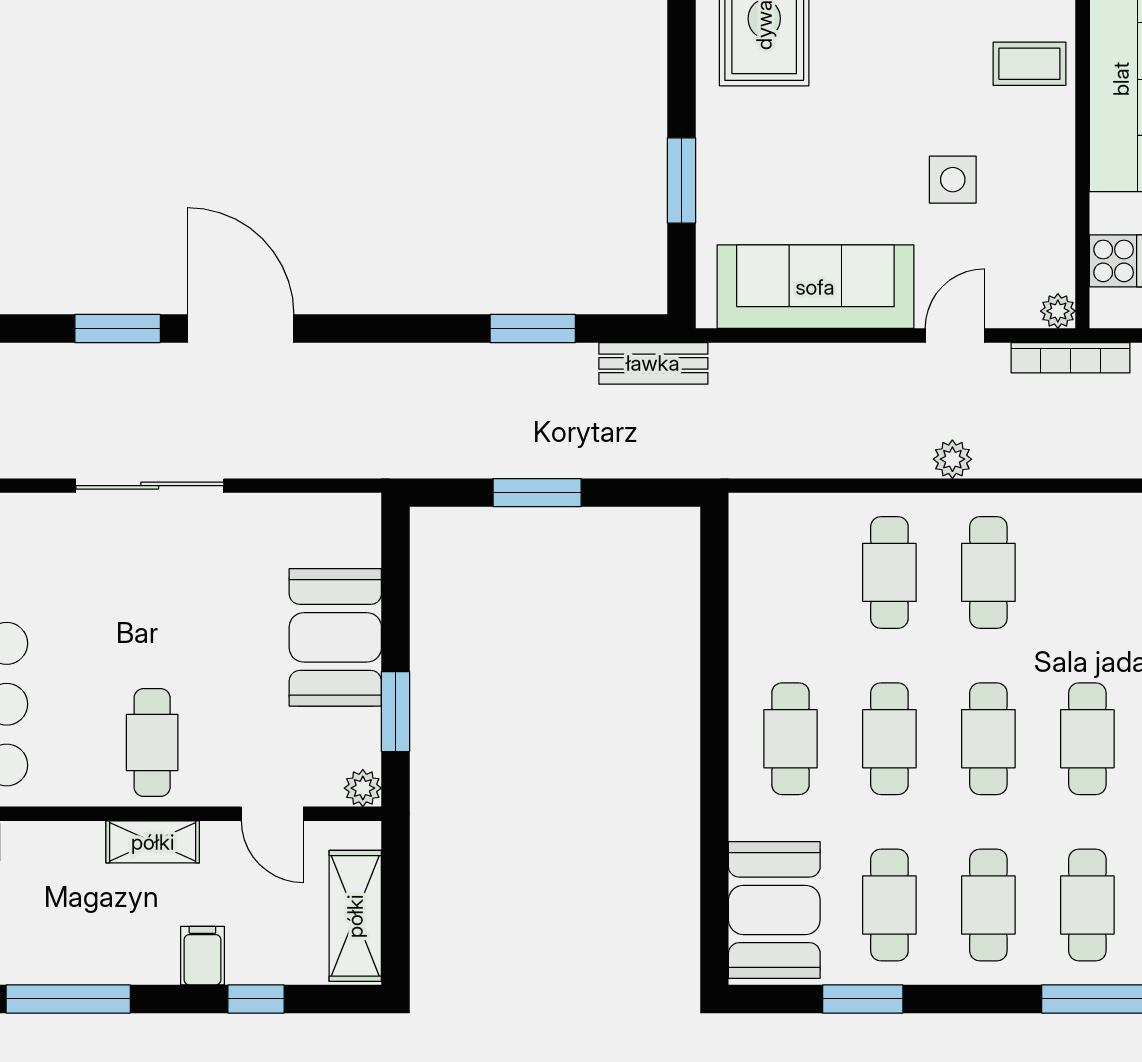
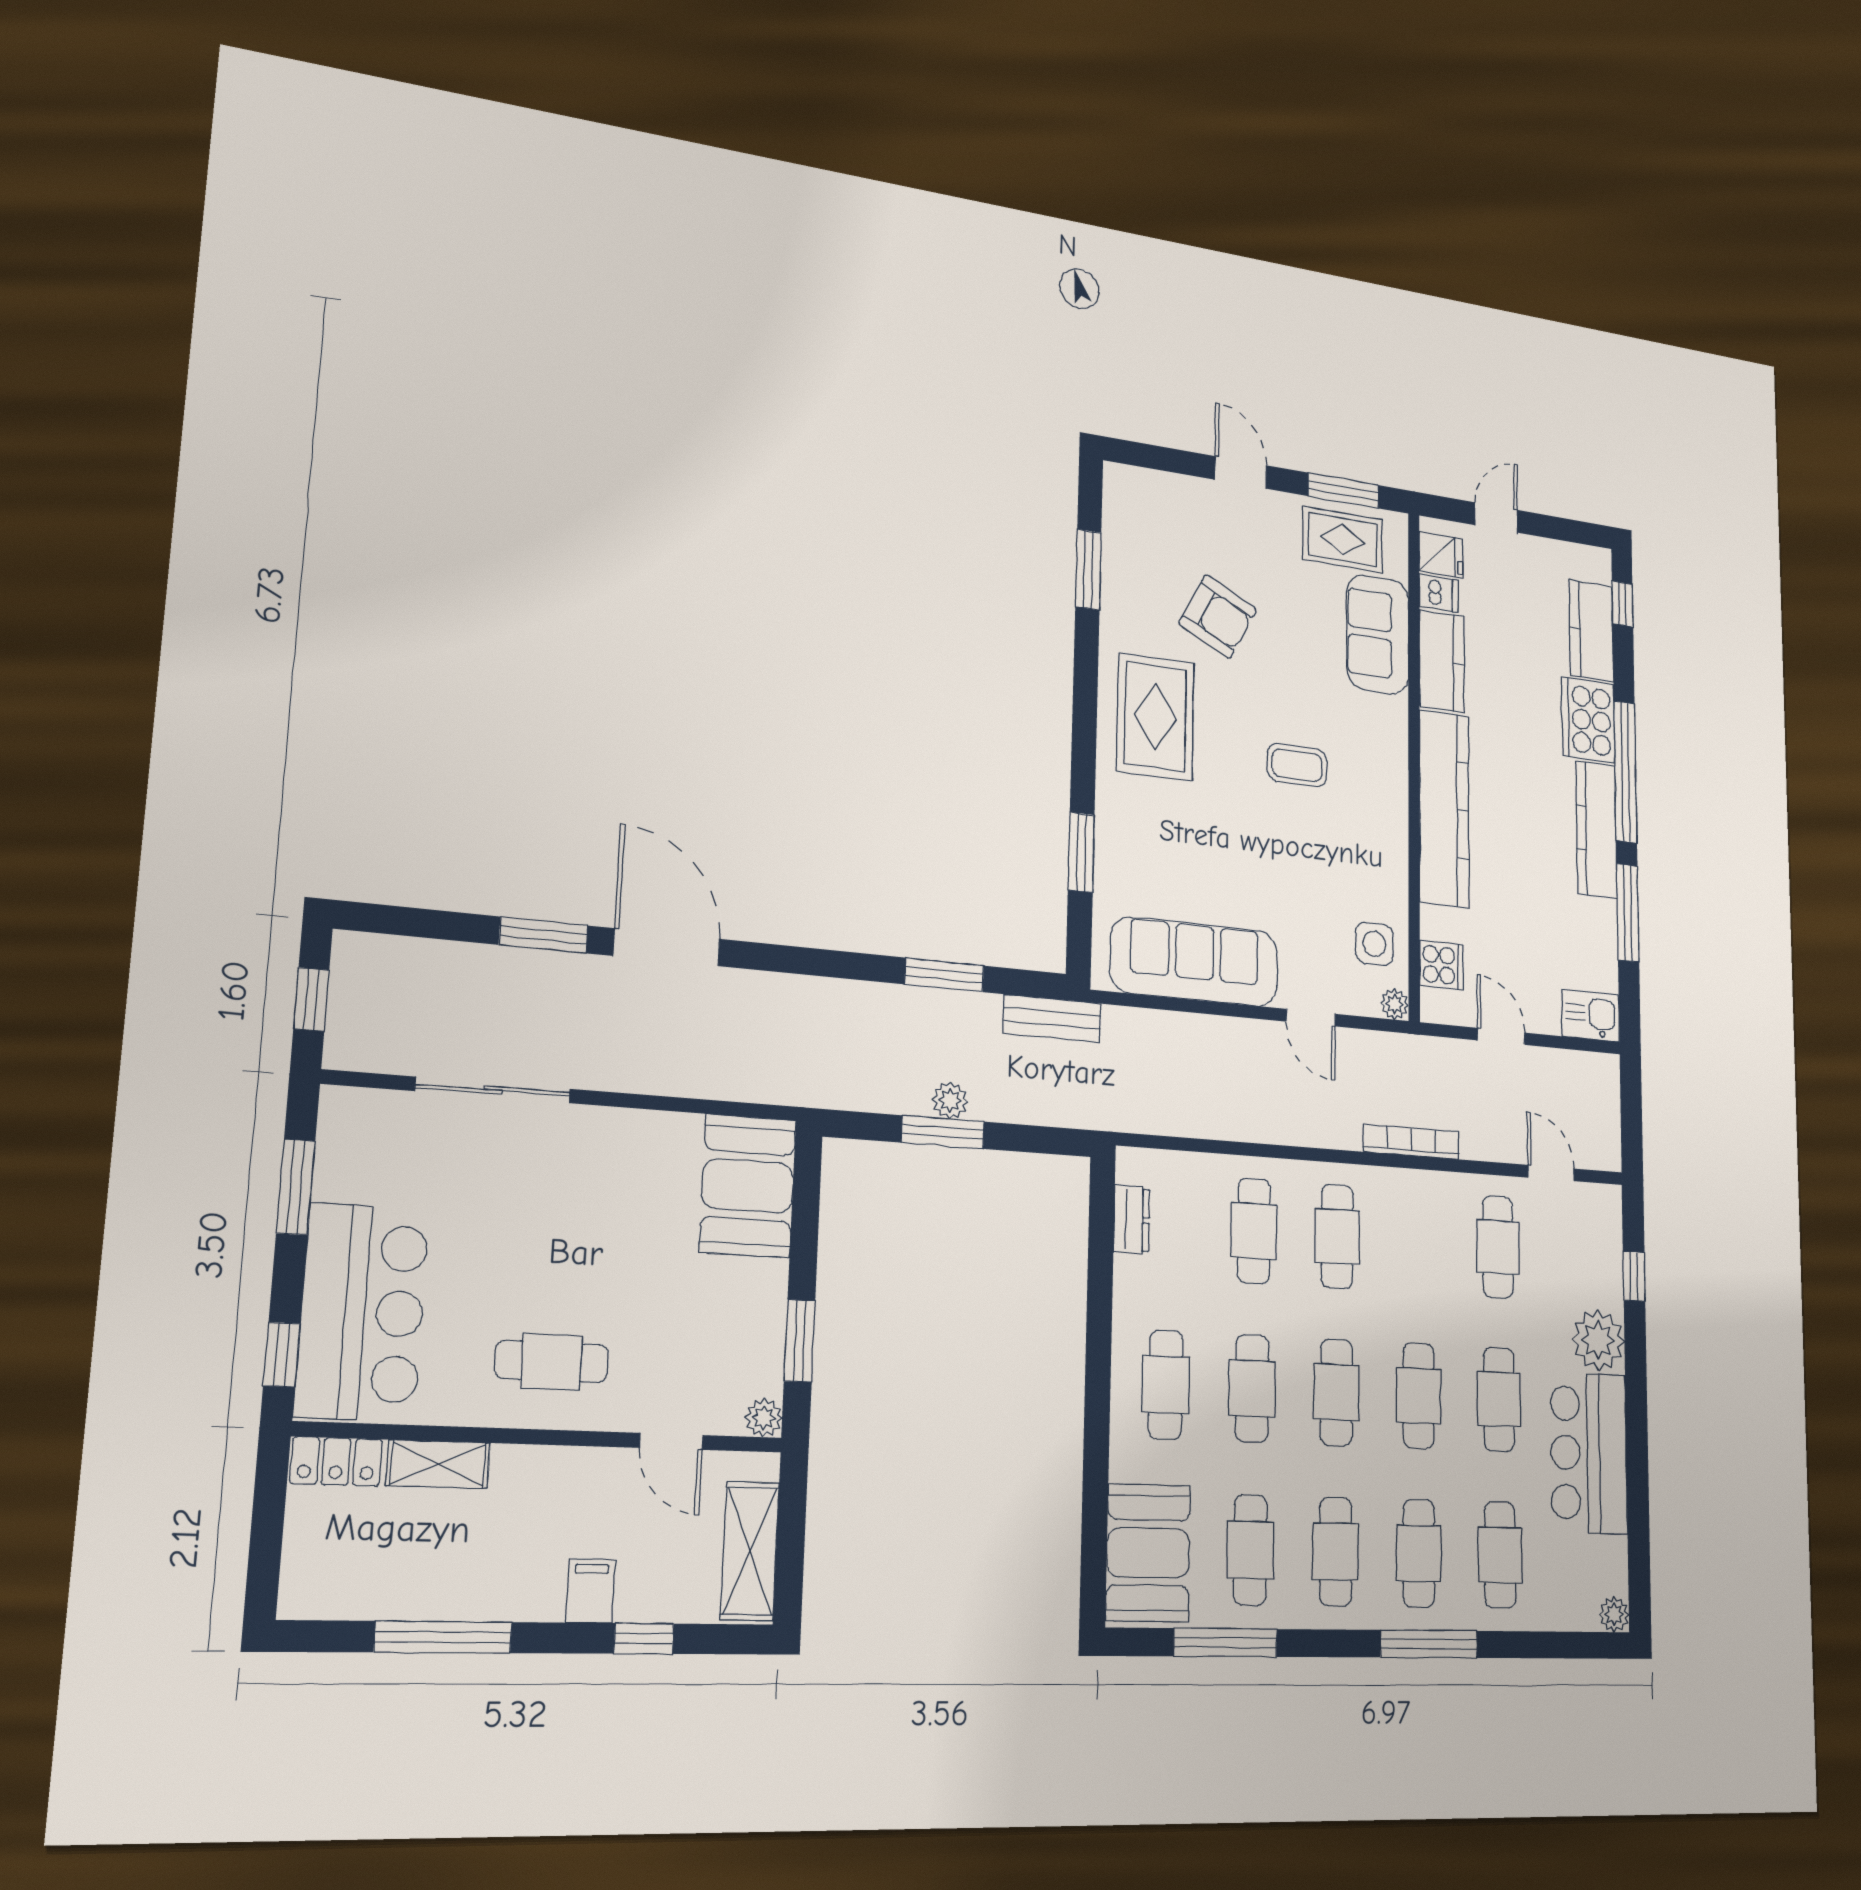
coffee table: (1029, 64) -> (1297, 765), moved
side table: (953, 180) -> (1374, 944), moved
door: (955, 336) -> (1311, 1018), swing flipped
bookcase: (1071, 358) -> (1411, 1142), moved, turned 180
plant: (952, 459) -> (950, 1100), moved
sliding door: (150, 486) -> (493, 1090), moved
dresser: (748, 569) -> (1132, 1220), added
booth: (335, 637) -> (748, 1186), moved
cafe table: (152, 743) -> (552, 1362), turned 90
shelving: (153, 842) -> (438, 1464), moved
window: (863, 999) -> (1226, 1643), width x1.44

